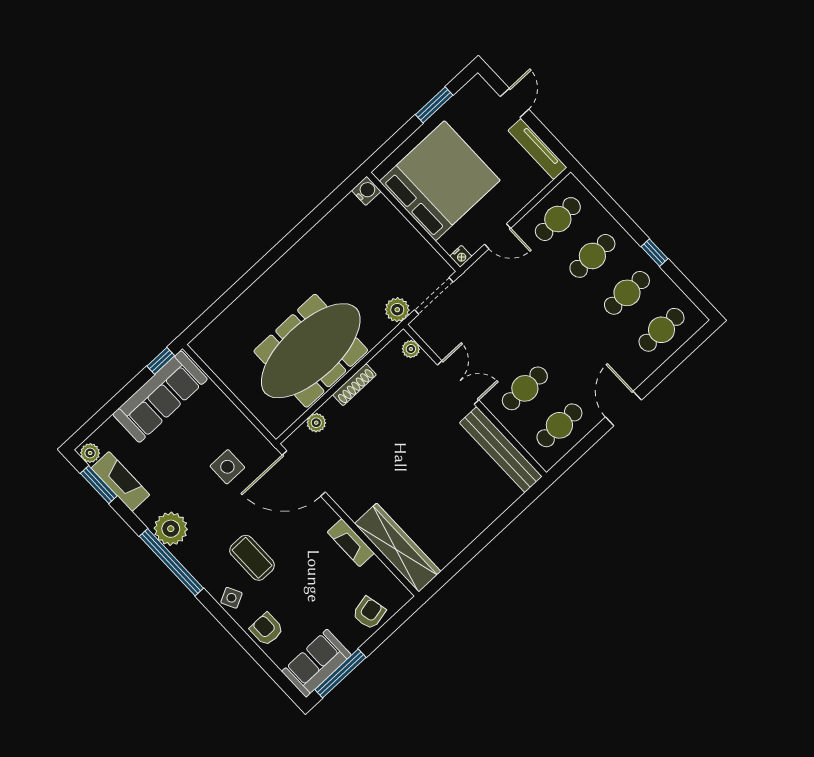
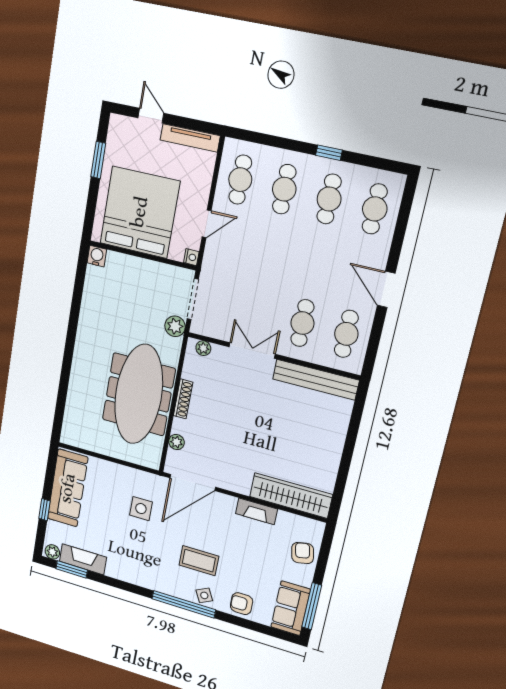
window: (161, 361) -> (44, 510), moved
plant: (171, 529) -> (135, 572), removed
window: (171, 562) -> (184, 604), moved

